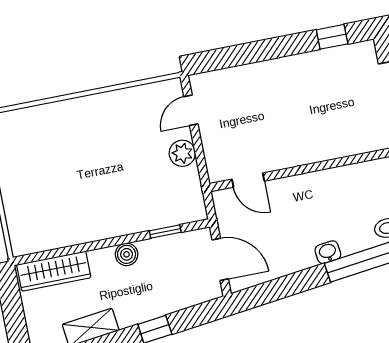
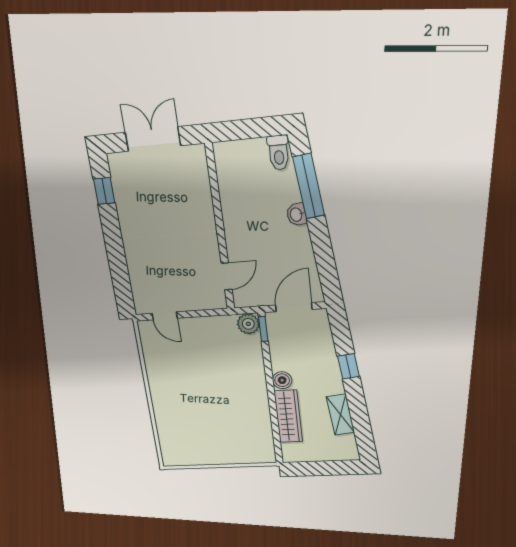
plant: (182, 153) -> (248, 324), moved
window: (165, 232) -> (263, 329), moved
wardrobe: (54, 271) -> (288, 416), moved

